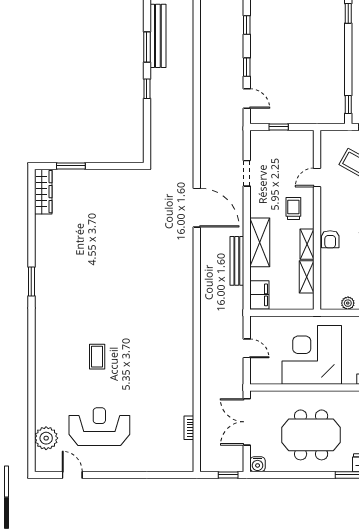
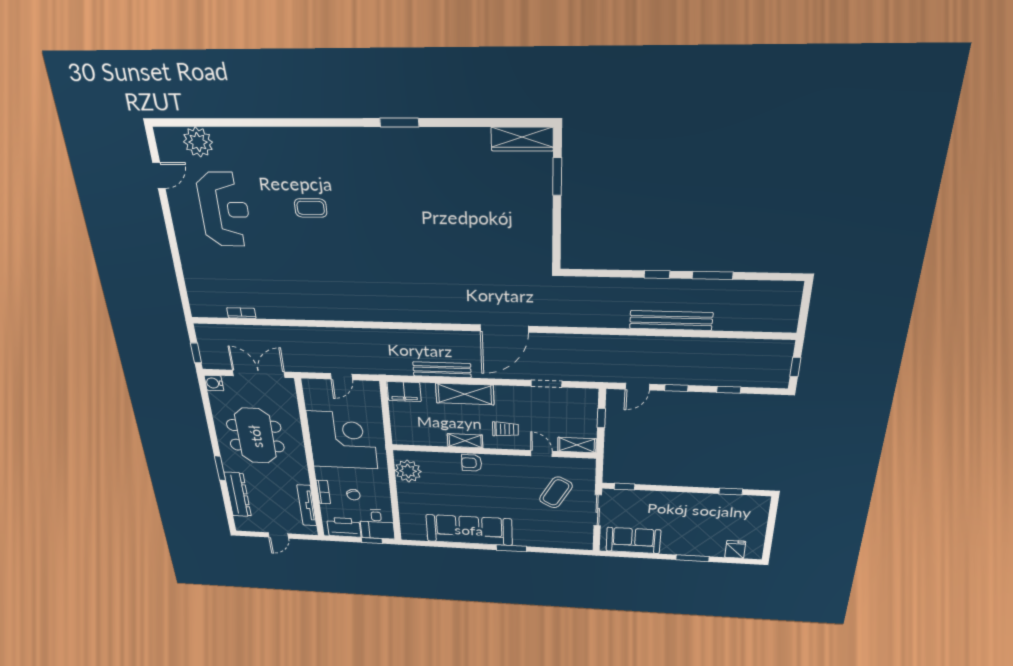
bench: (158, 36) -> (671, 320), moved
shelving: (307, 277) -> (577, 445), moved
plant: (348, 303) -> (408, 471), width x1.88, depth x1.88

